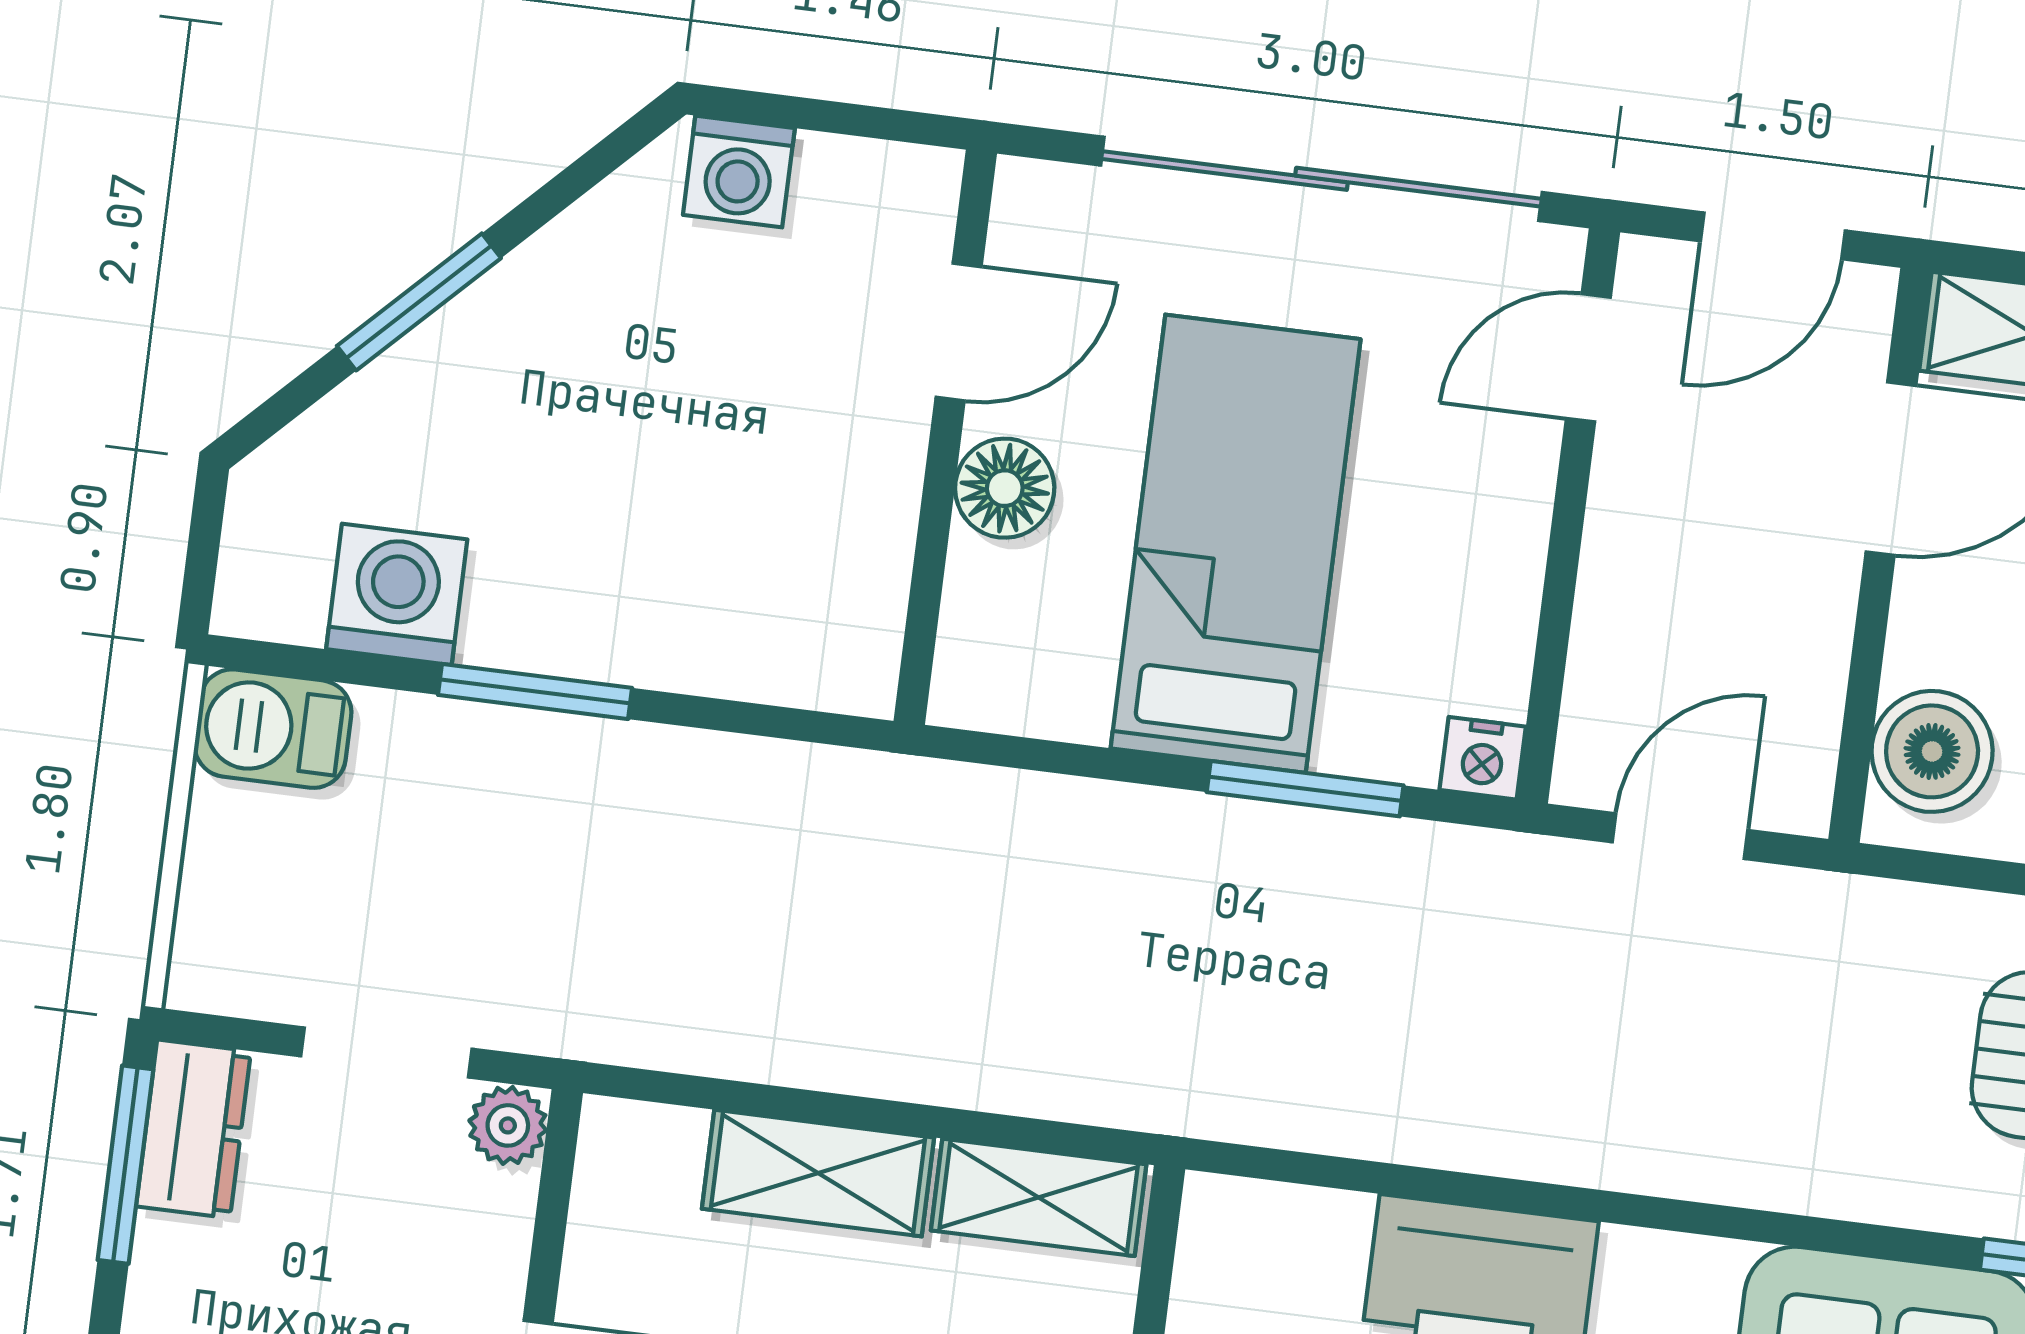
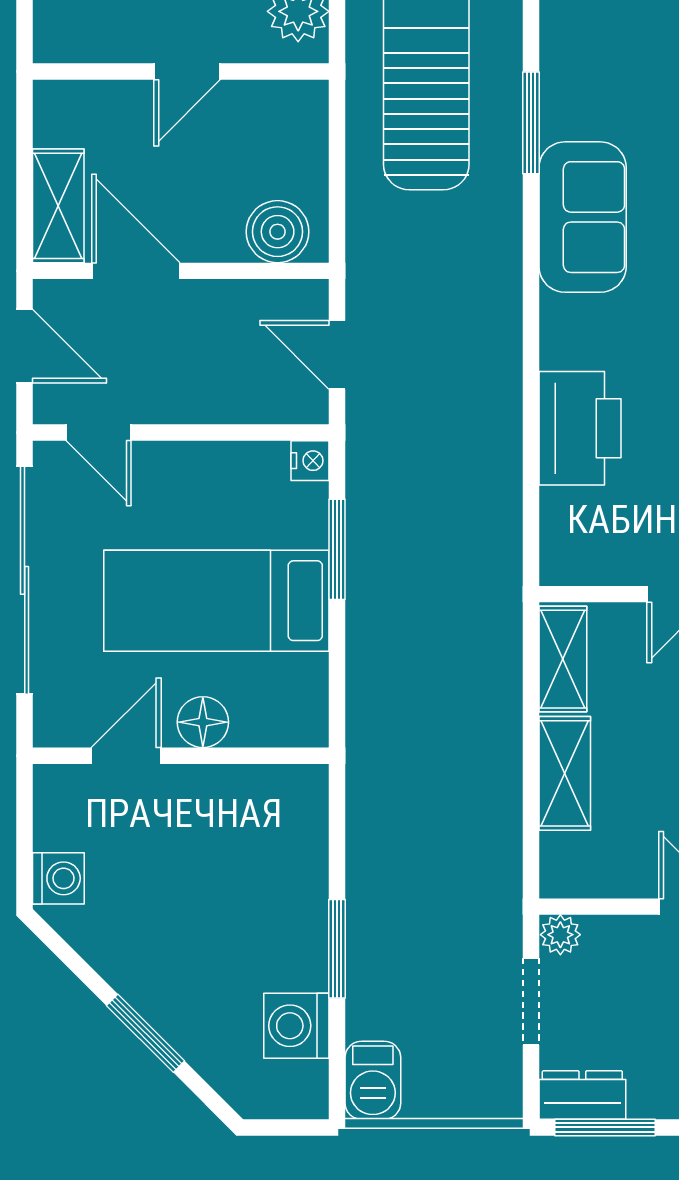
door: (959, 332) -> (126, 756), hinge flipped

